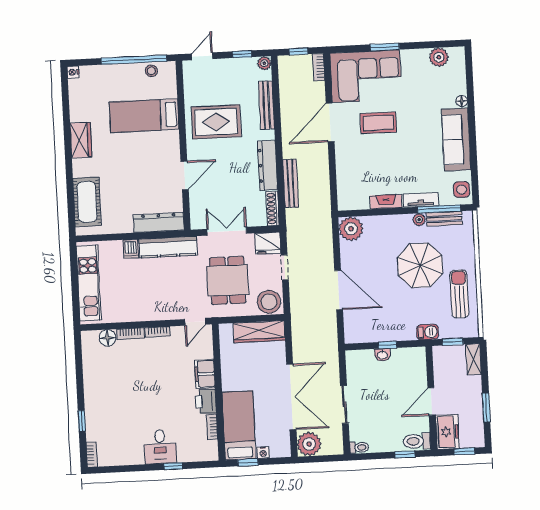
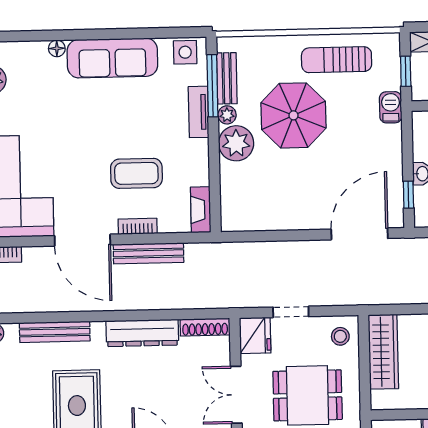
coffee table: (378, 123) -> (136, 173), moved, turned 90
bookcase: (341, 160) -> (138, 226), added
bench: (291, 183) -> (148, 253), moved
fireplace: (386, 202) -> (201, 210), moved
plant: (351, 229) -> (236, 143), moved
door: (339, 290) -> (359, 234), moved
stool: (269, 302) -> (340, 336), width x0.53, depth x0.53
window: (387, 345) -> (408, 195), moved

